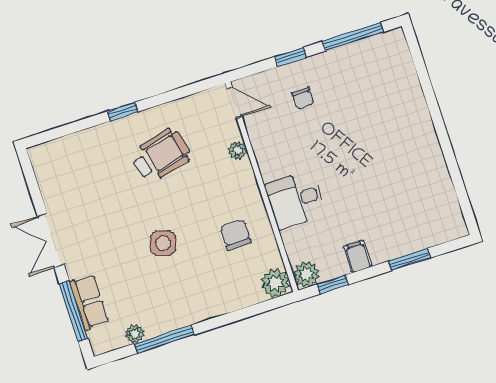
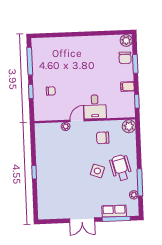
door: (234, 103) -> (77, 121), moved
wheelchair: (161, 155) -> (121, 168), moved
chair: (416, 234) -> (125, 58), added
plant: (306, 274) -> (126, 40), moved

